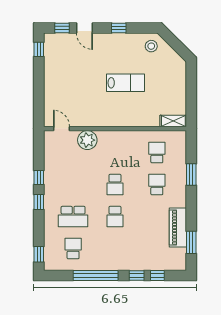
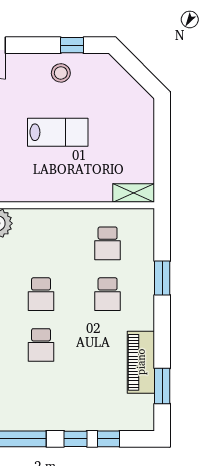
window: (119, 28) -> (72, 45), moved
stool: (151, 46) -> (61, 73), moved
school desk: (157, 153) -> (108, 243), turned 180
school desk: (157, 185) -> (108, 294), turned 180

